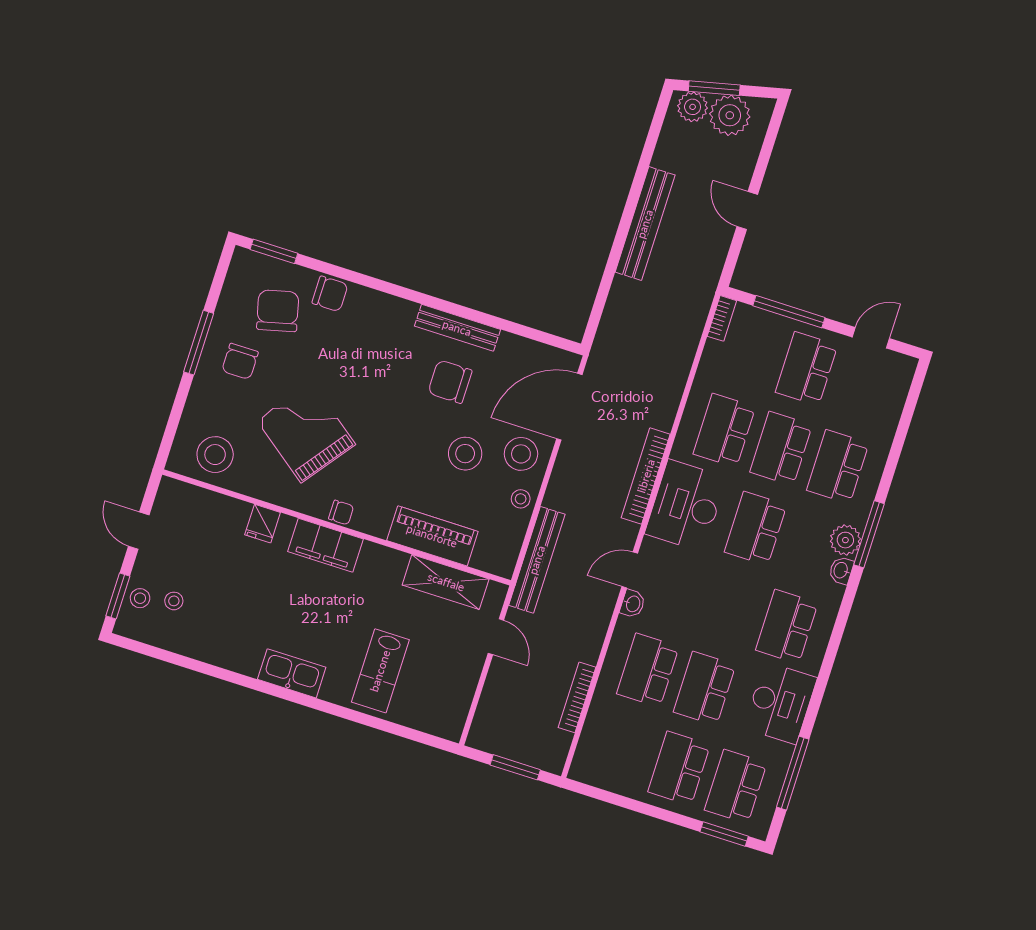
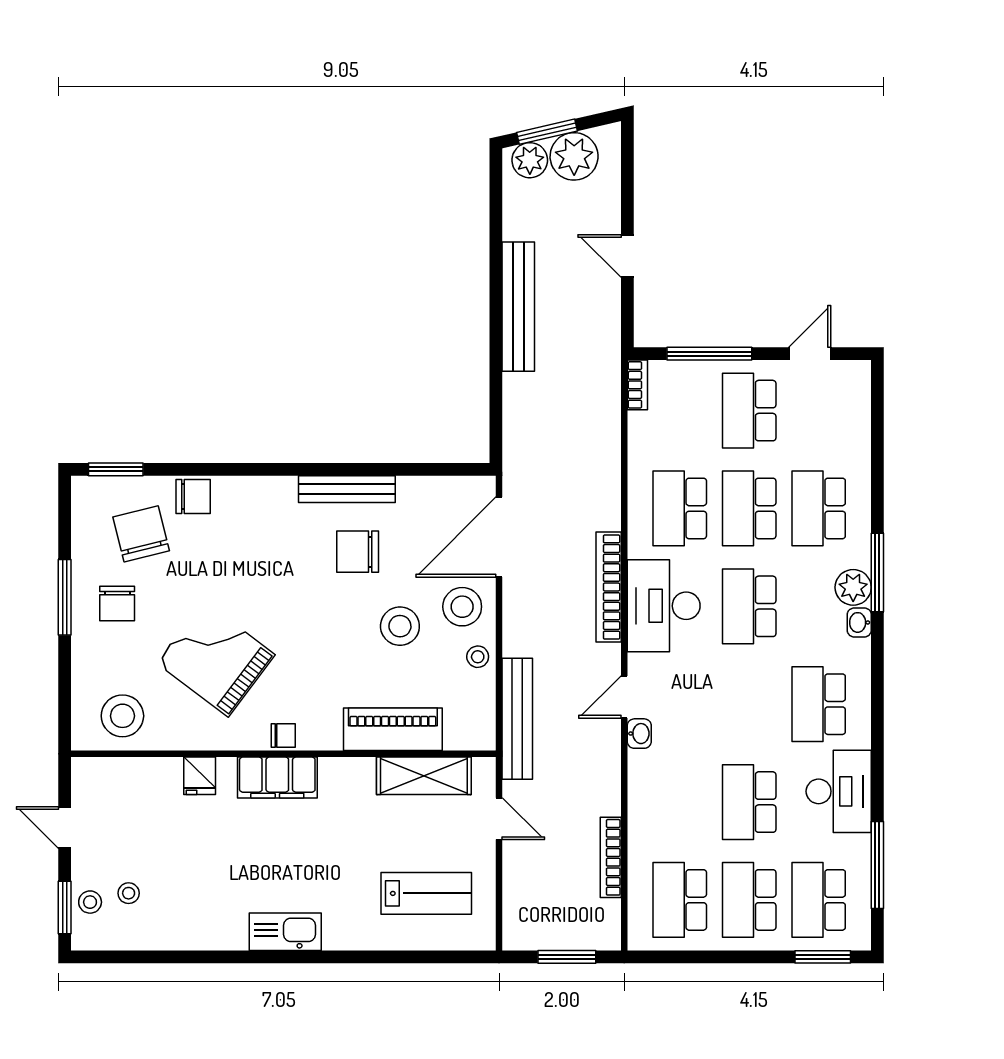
school desk: (648, 670) -> (680, 900), moved
lab bench: (380, 671) -> (426, 893), moved, turned -90

